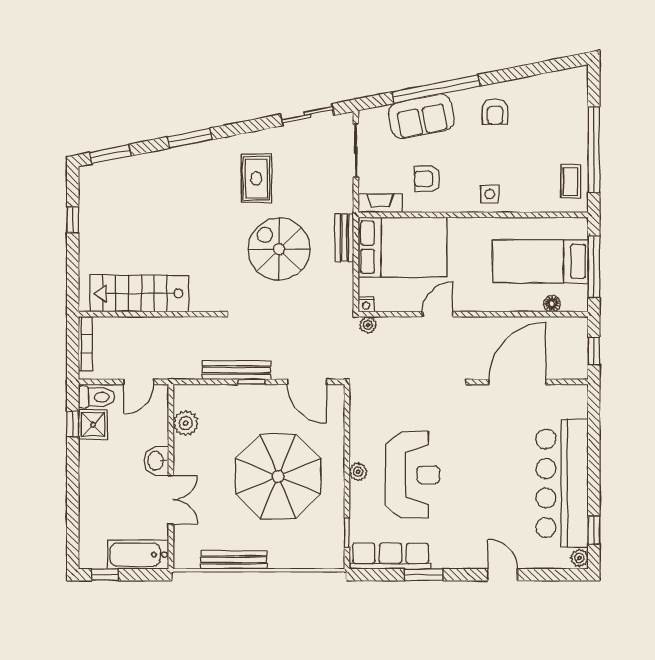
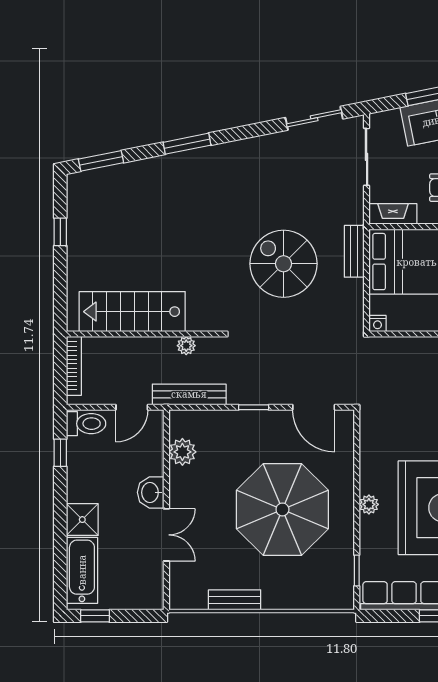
rug: (256, 178) -> (259, 187), removed
plant: (368, 325) -> (186, 346), moved
bench: (237, 370) -> (189, 394), moved
shower: (93, 425) -> (82, 520), moved
bathtub: (138, 555) -> (82, 570), moved, turned 90
bench: (234, 560) -> (235, 600), width x0.73

